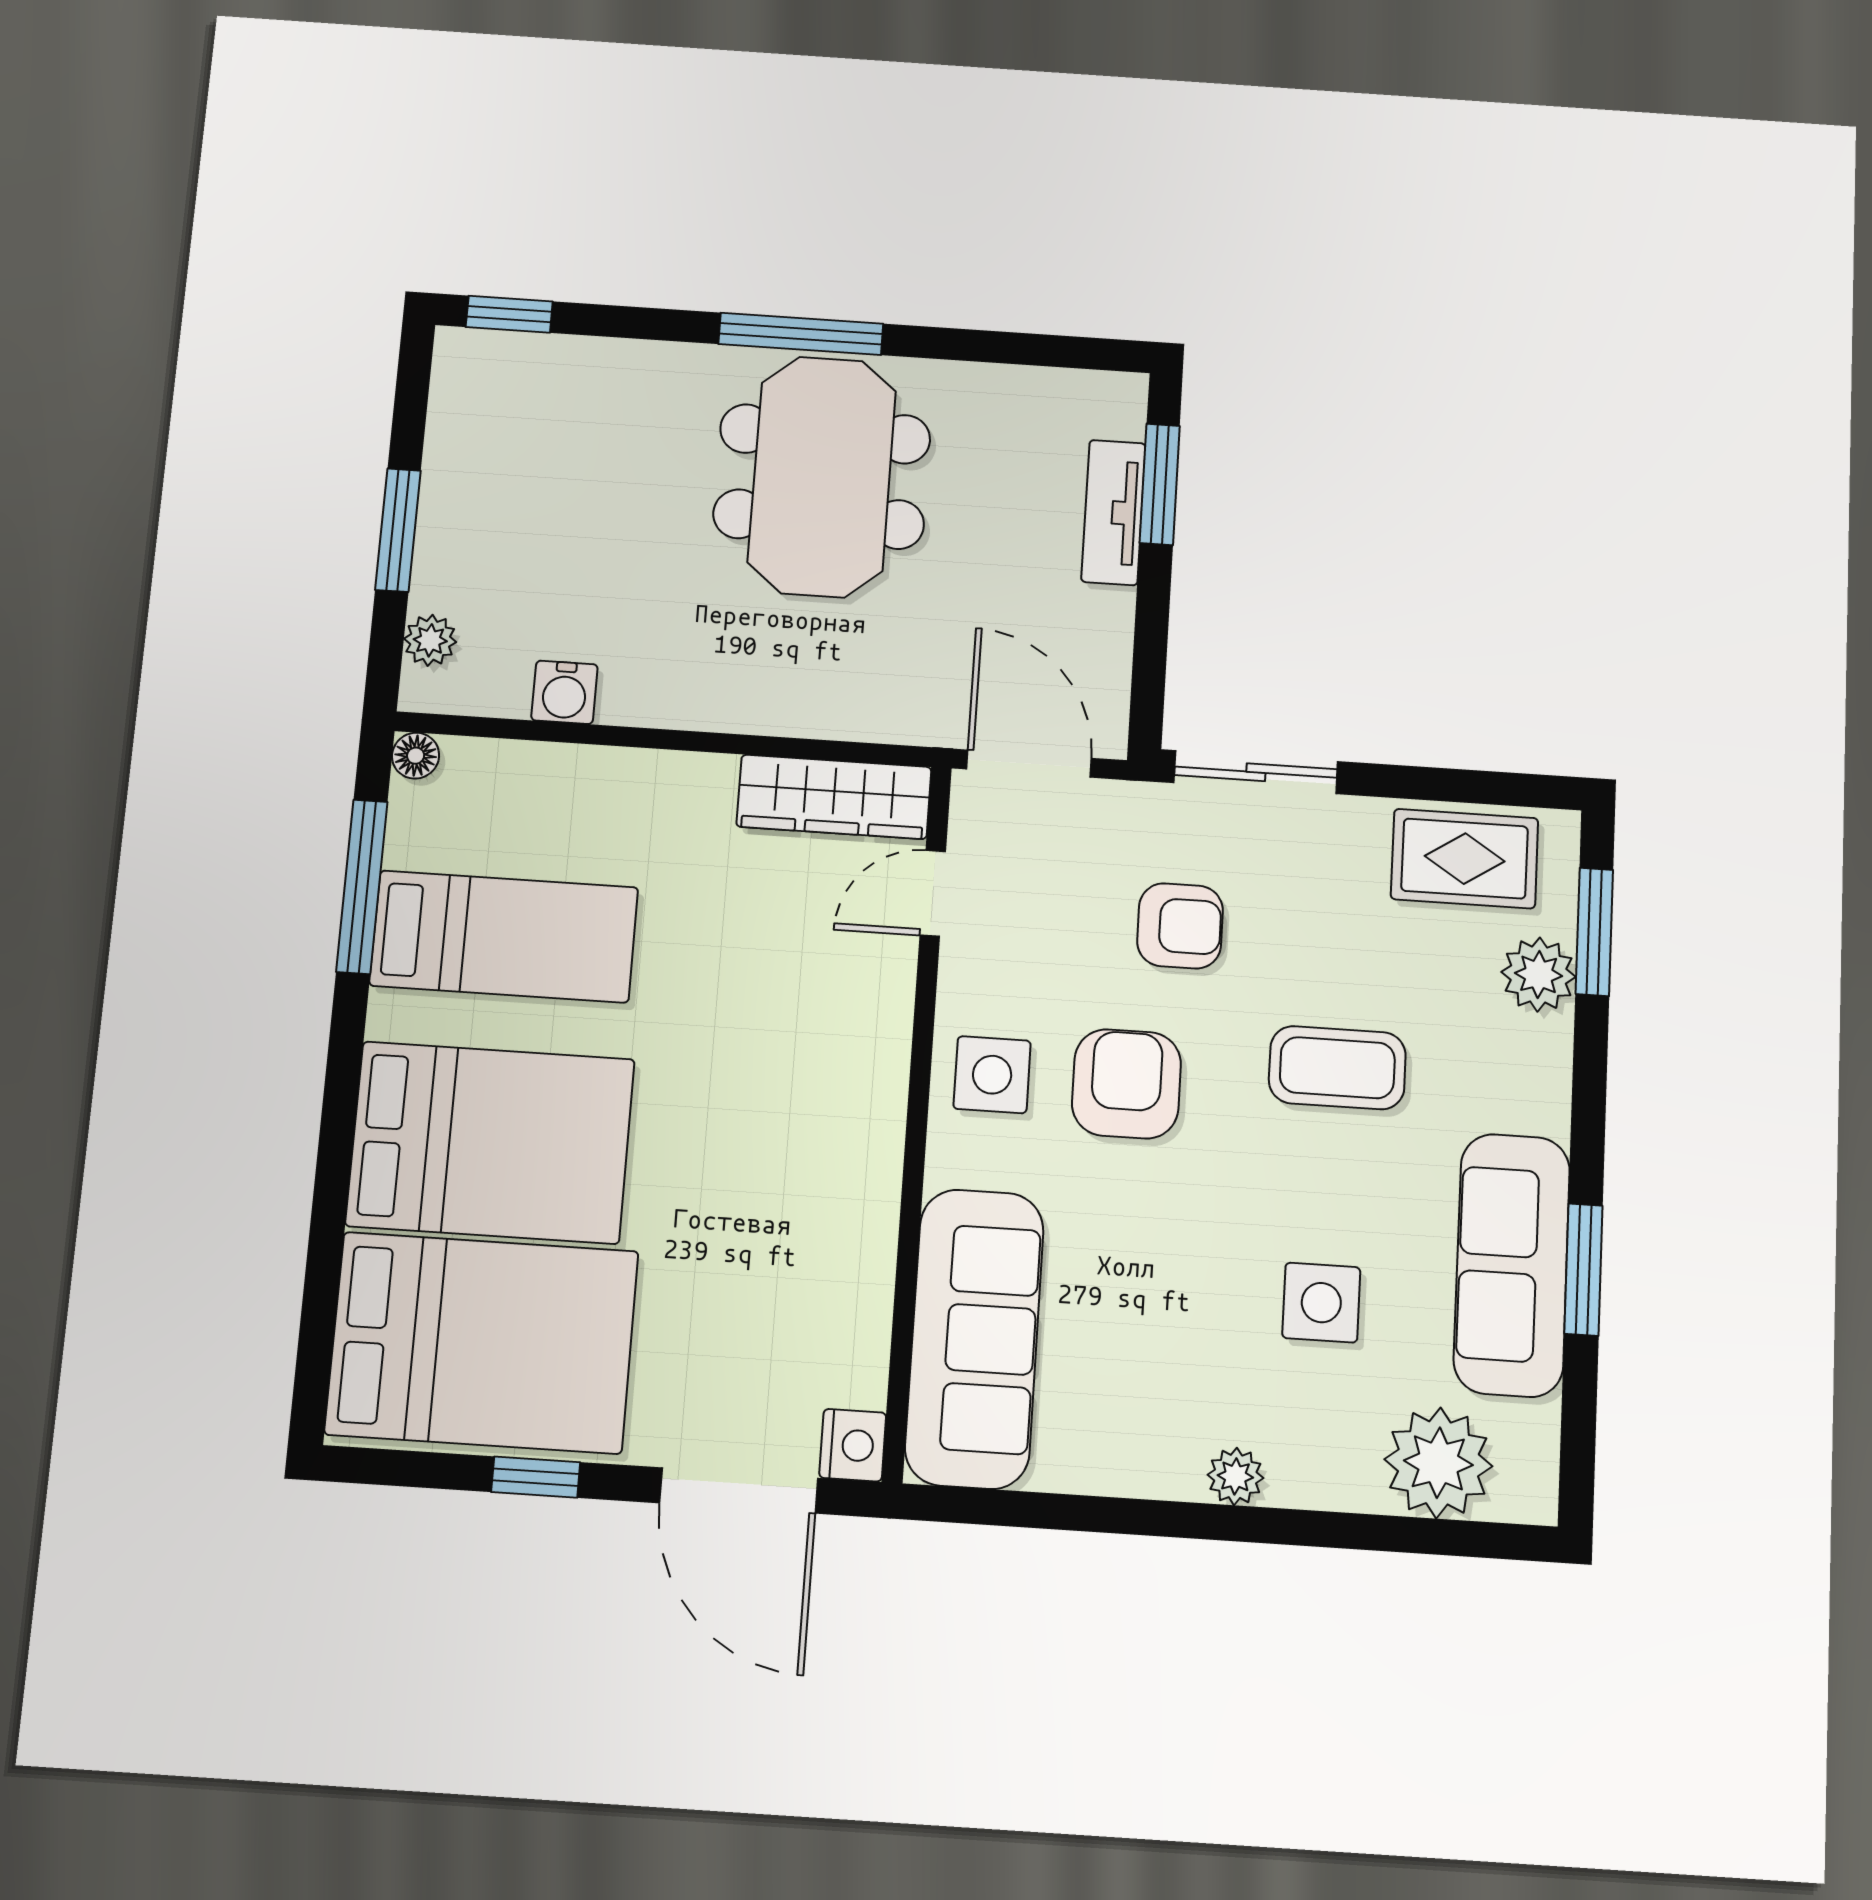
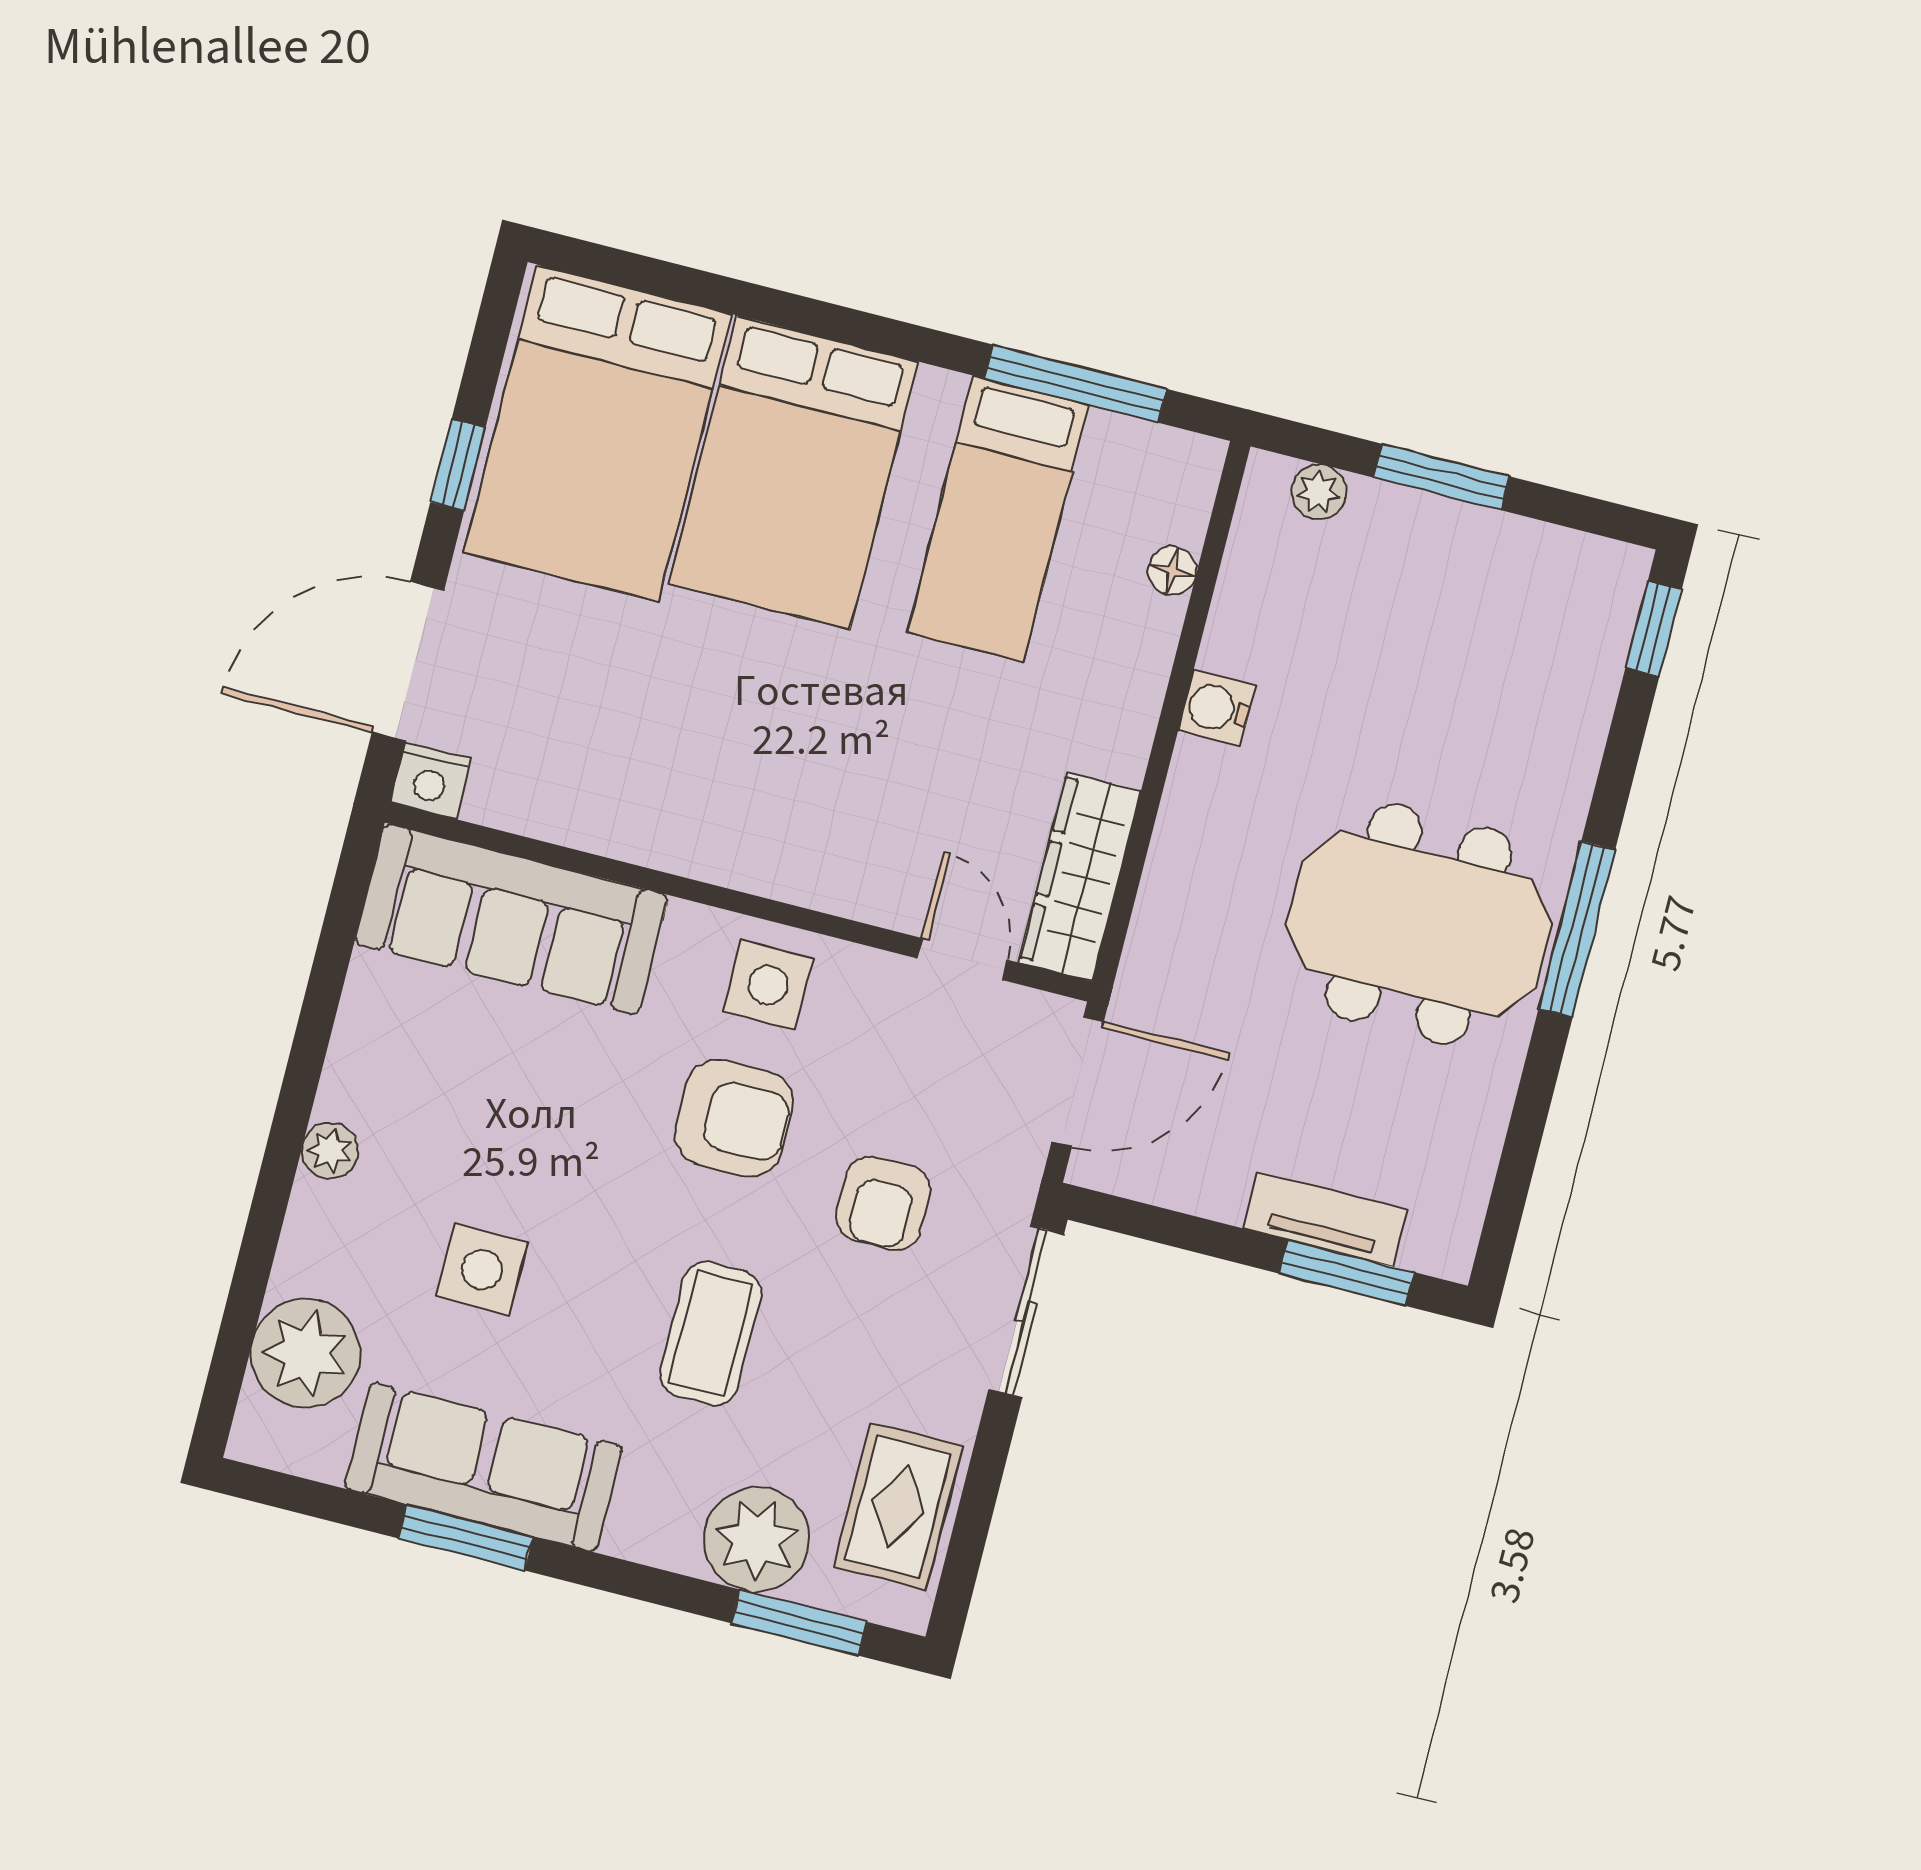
water cooler: (564, 692) -> (1217, 708), moved
floor lamp: (416, 756) -> (1172, 571), moved
plant: (1539, 974) -> (756, 1539), width x1.36, depth x1.36

